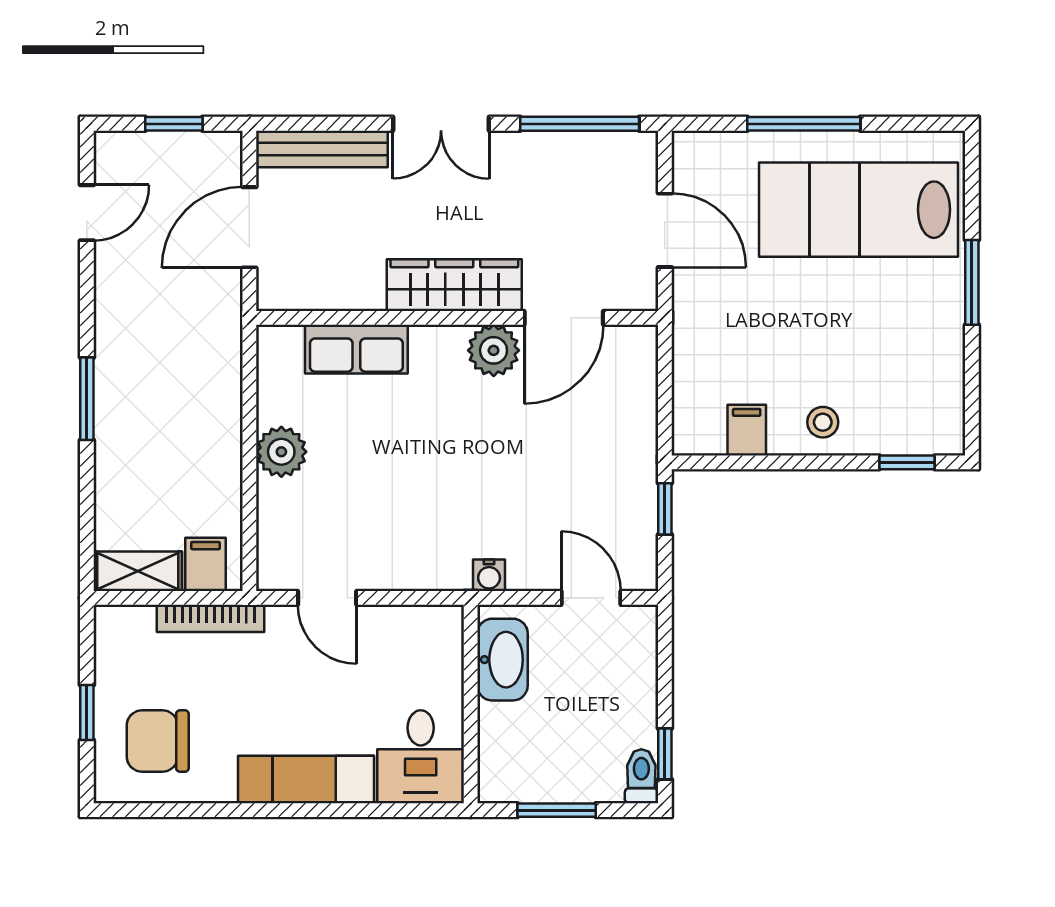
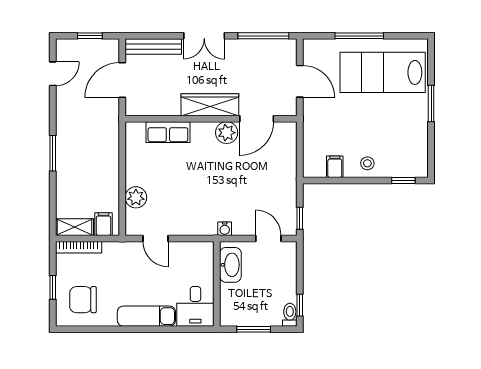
plant: (281, 452) -> (136, 197), moved
window: (665, 509) -> (300, 218), moved
bookcase: (211, 618) -> (79, 247), moved

